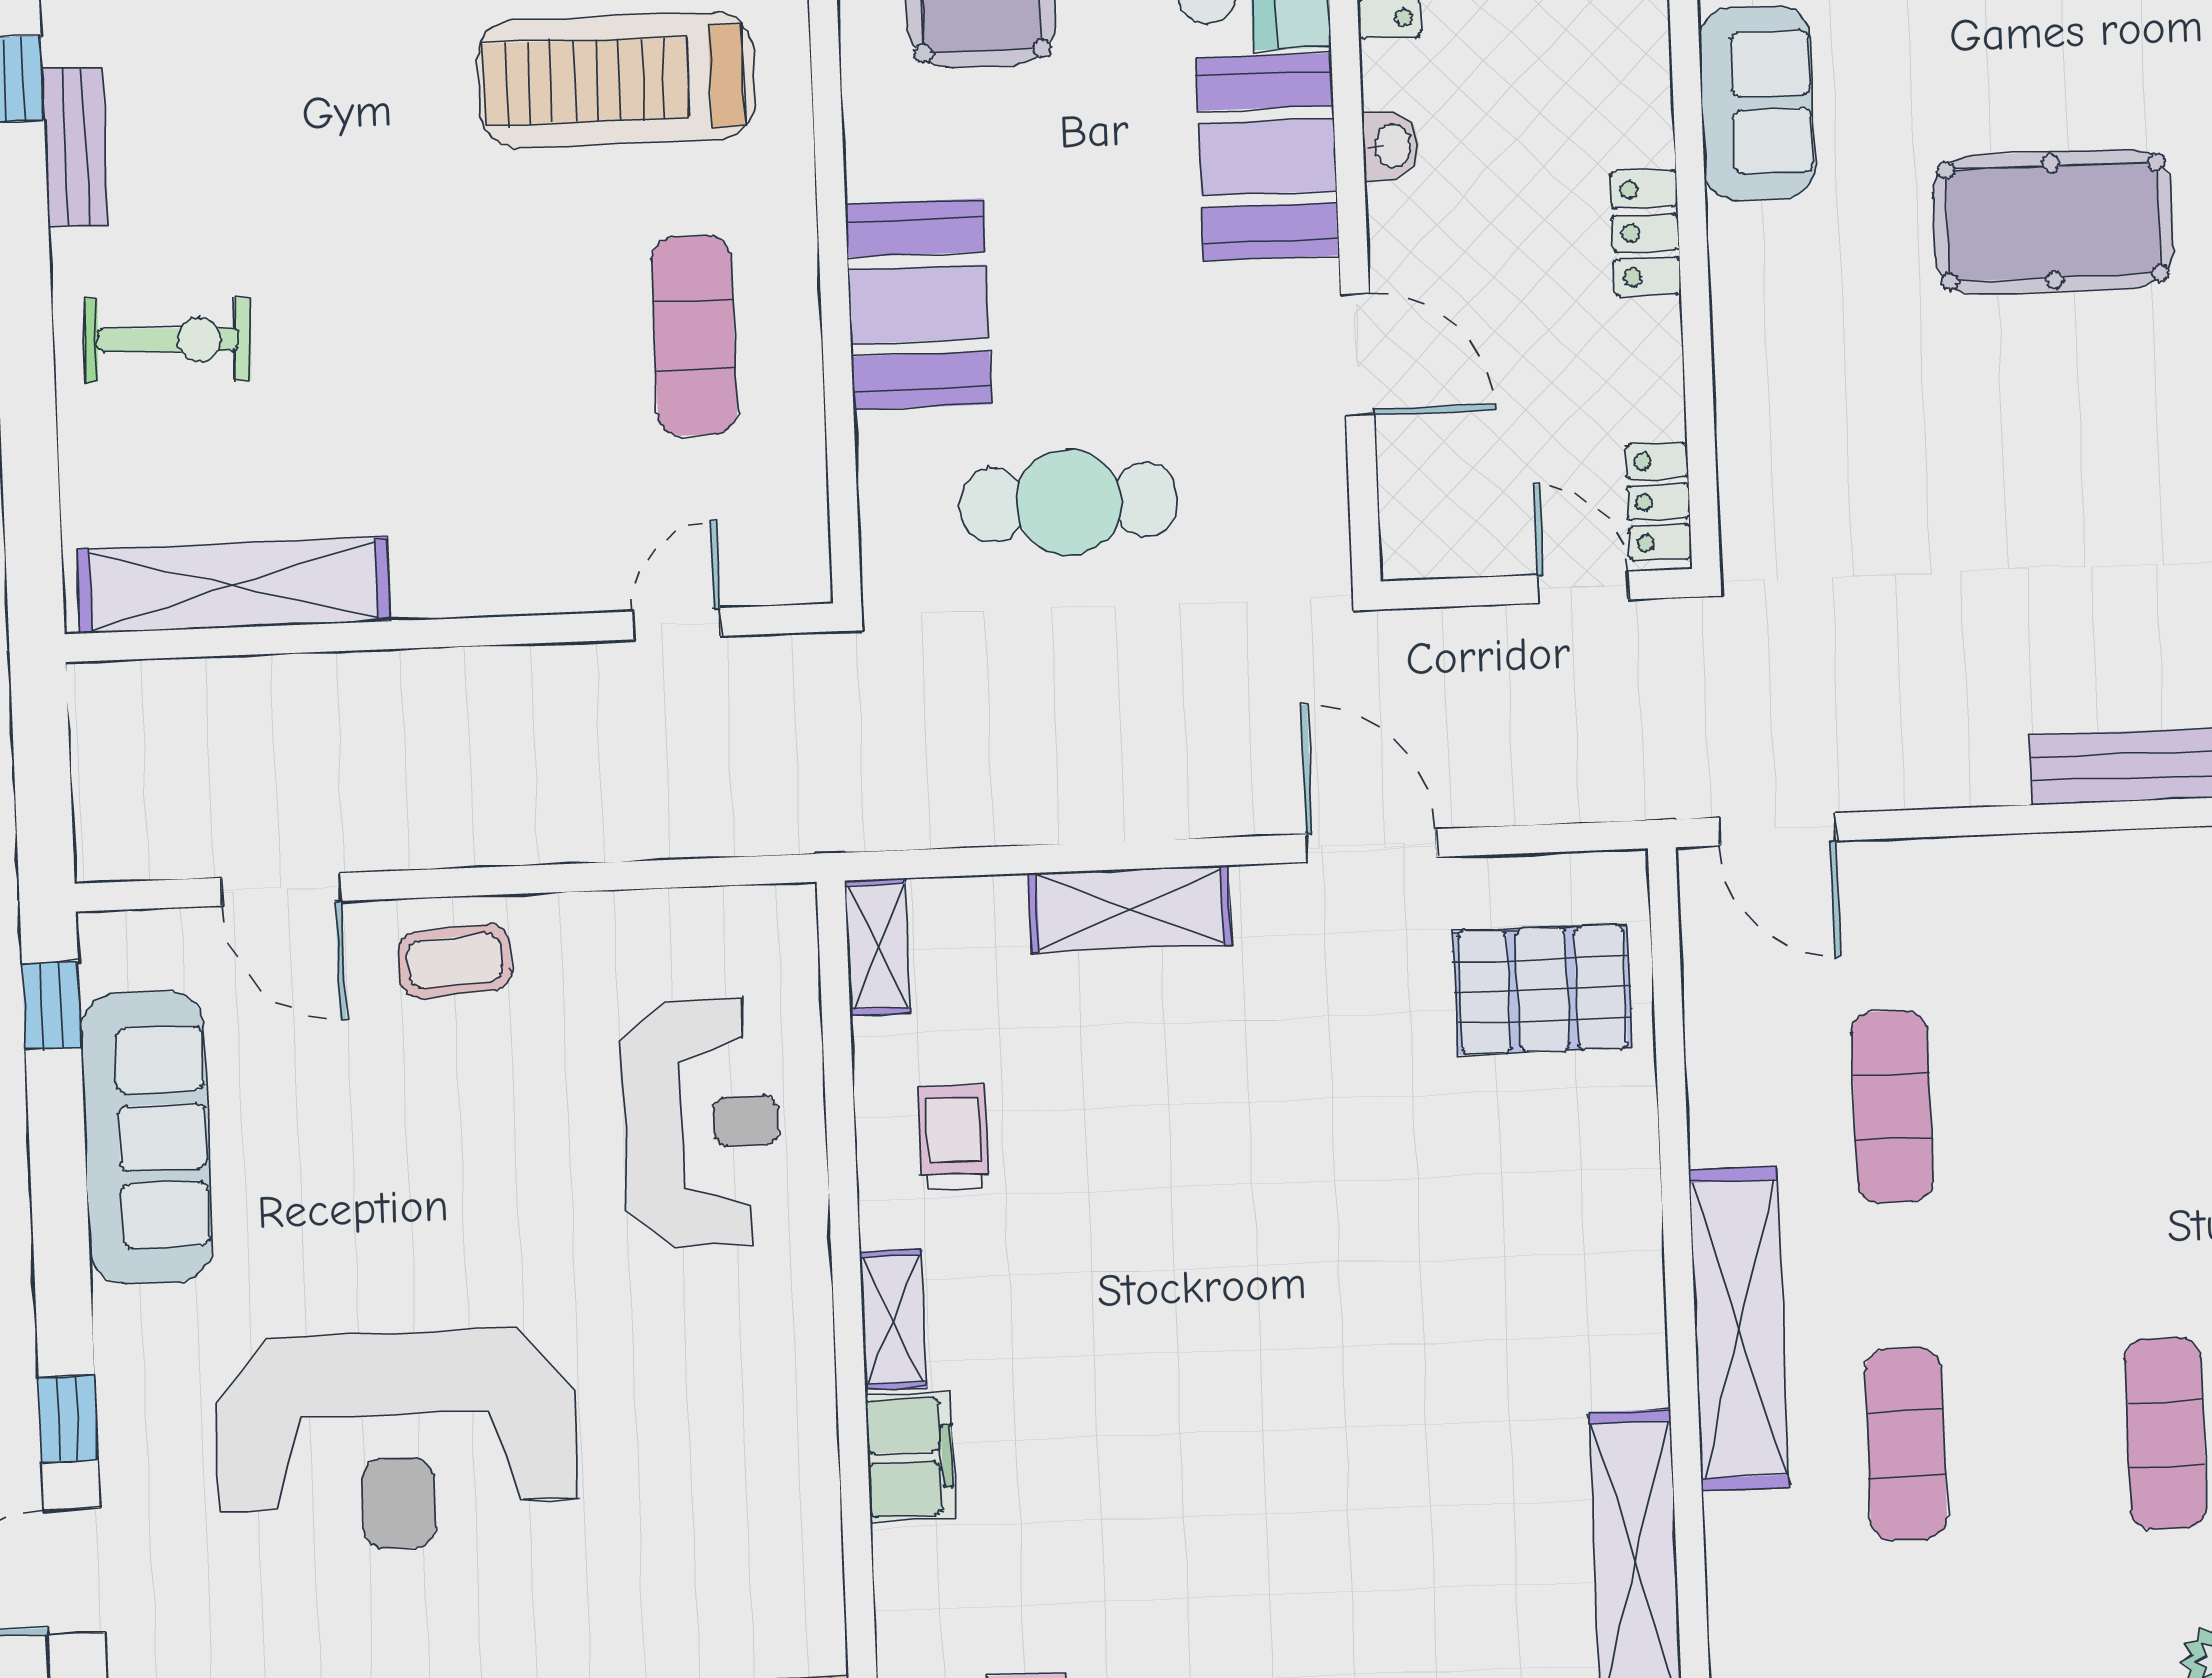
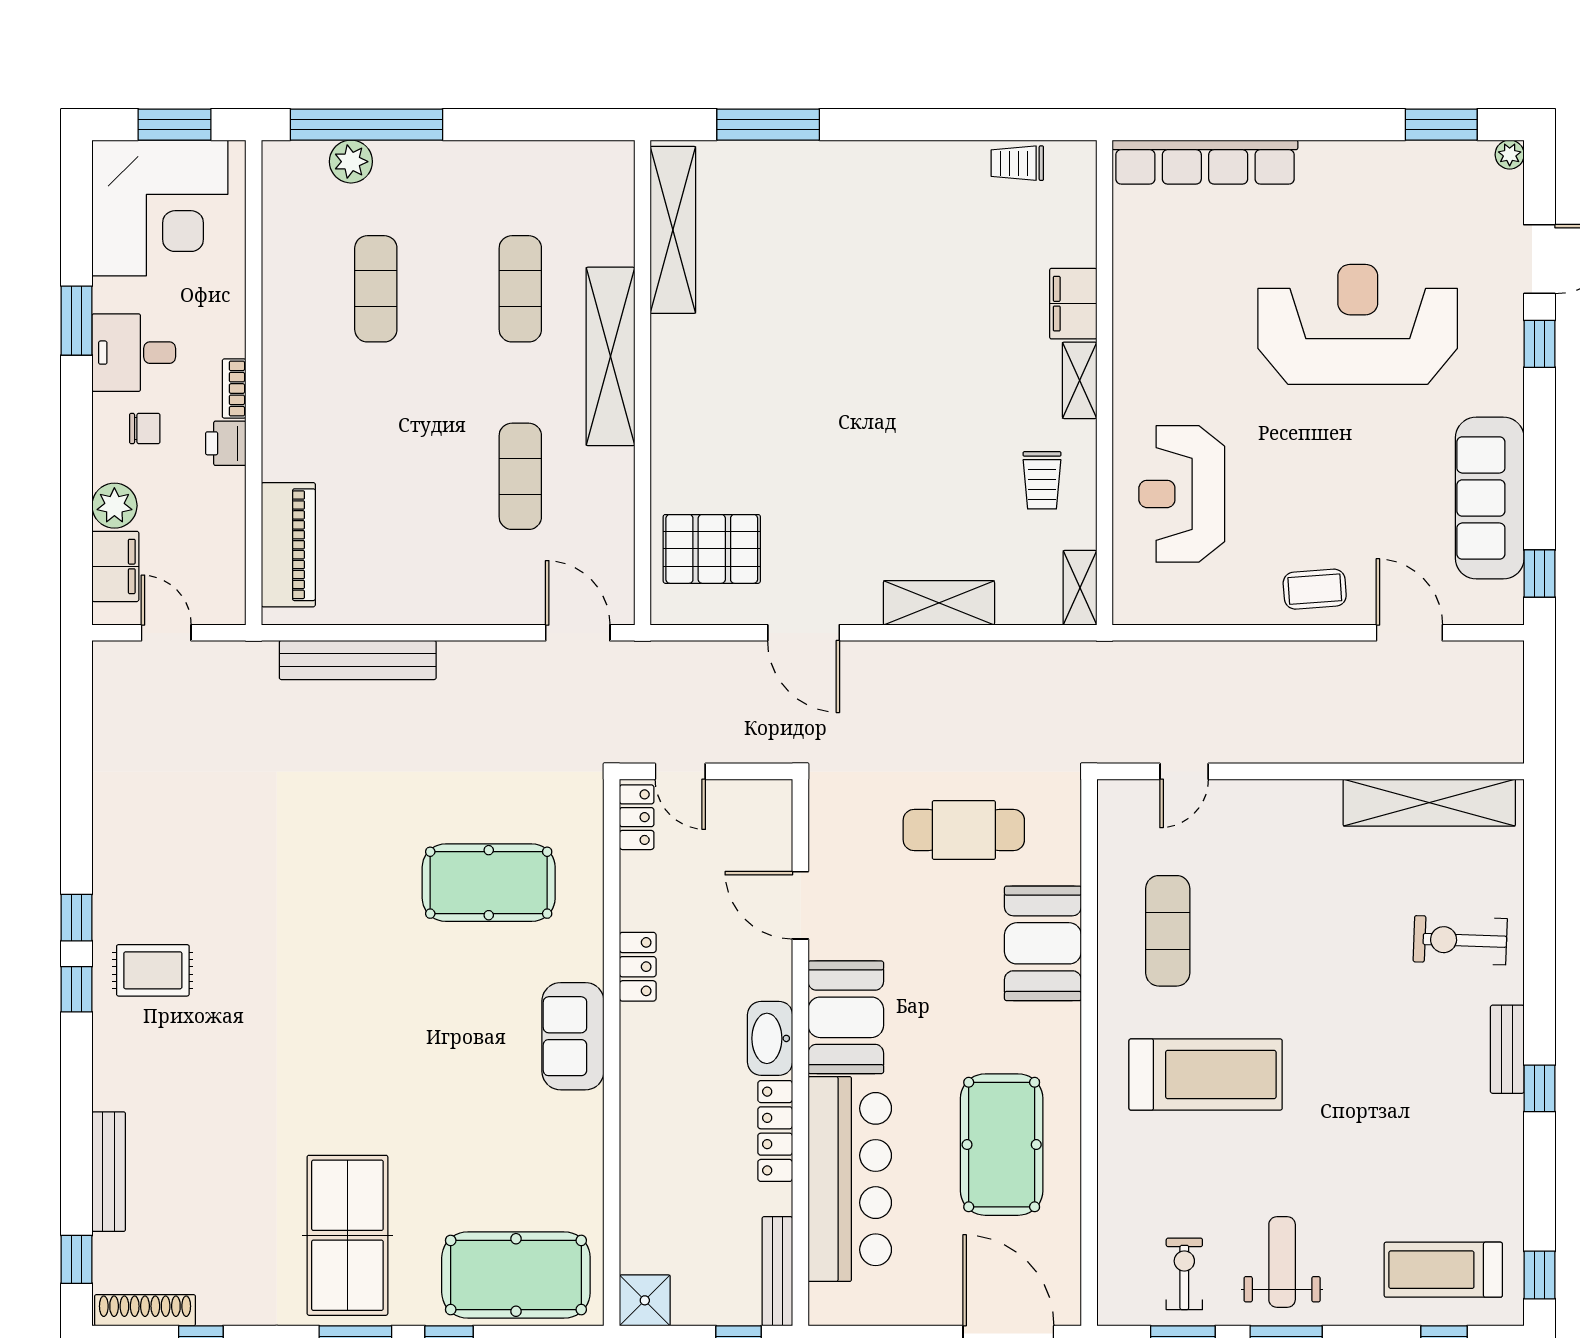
washbasin: (1391, 146) -> (770, 1038), width x1.91, depth x1.45
pool table: (2053, 222) -> (489, 883), moved

